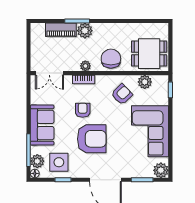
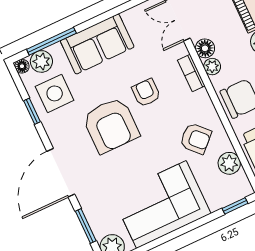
floor lamp: (73, 65) -> (205, 48), added
armchair: (83, 110) -> (146, 93), turned -90

